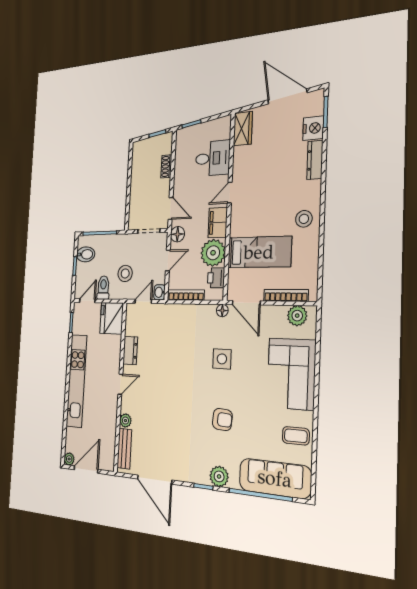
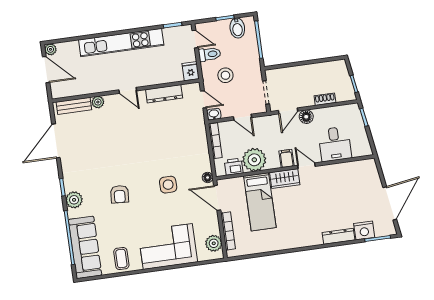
wardrobe: (243, 129) -> (285, 179), moved
stool: (304, 219) -> (291, 235), removed
filing cabinet: (218, 223) -> (287, 158), width x0.50
floor lamp: (178, 234) -> (306, 117), moved
door: (246, 303) -> (217, 198), hinge flipped
fridge: (112, 318) -> (191, 71), width x0.53, depth x0.75
dresser: (130, 351) -> (164, 94), width x1.44

